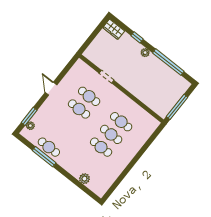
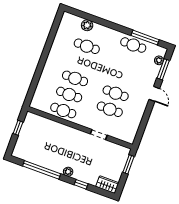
window: (89, 41) -> (128, 164), added
door: (51, 89) -> (154, 94), moved
window: (177, 107) -> (18, 128), width x0.46
cafe table: (131, 109) -> (63, 111), added
cafe table: (101, 147) -> (87, 46), moved
window: (44, 157) -> (145, 38), moved

